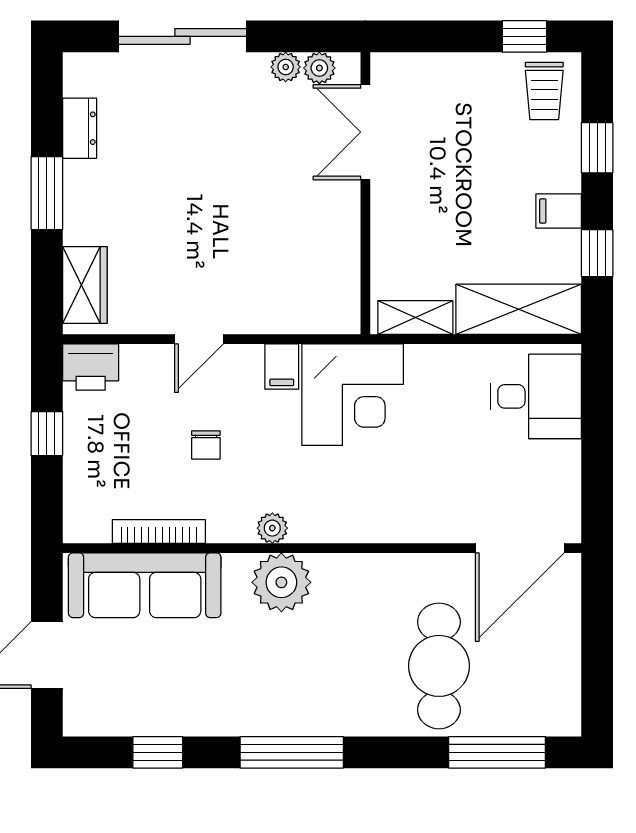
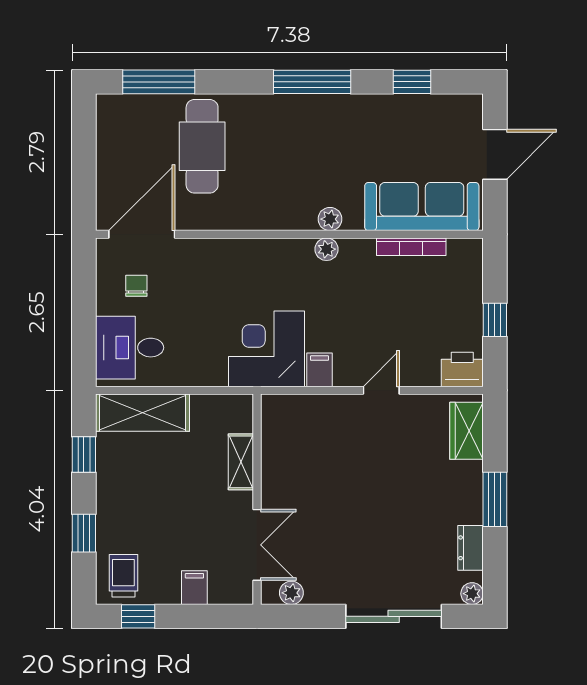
plant: (286, 67) -> (472, 594), moved
filing cabinet: (559, 211) -> (194, 588), moved, turned -90
shelving: (415, 318) -> (241, 462), moved, turned 90
chair: (206, 445) -> (136, 286), moved
plant: (281, 582) -> (330, 219), width x0.53, depth x0.53

